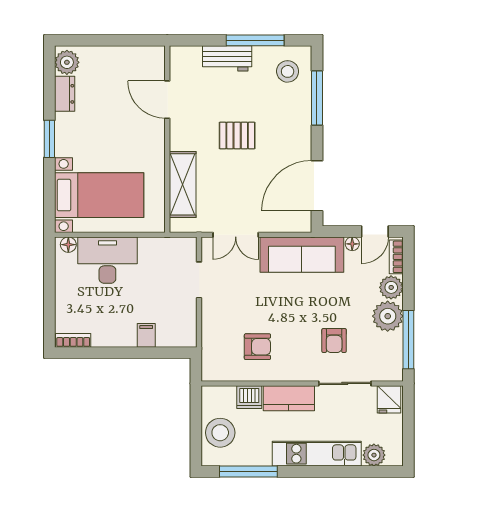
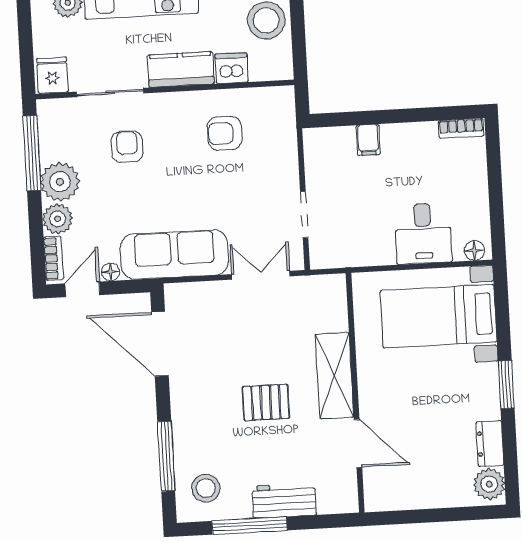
shelving: (183, 184) -> (334, 376), moved
door: (317, 186) -> (160, 344), swing flipped
desk: (107, 260) -> (423, 233), width x0.73

